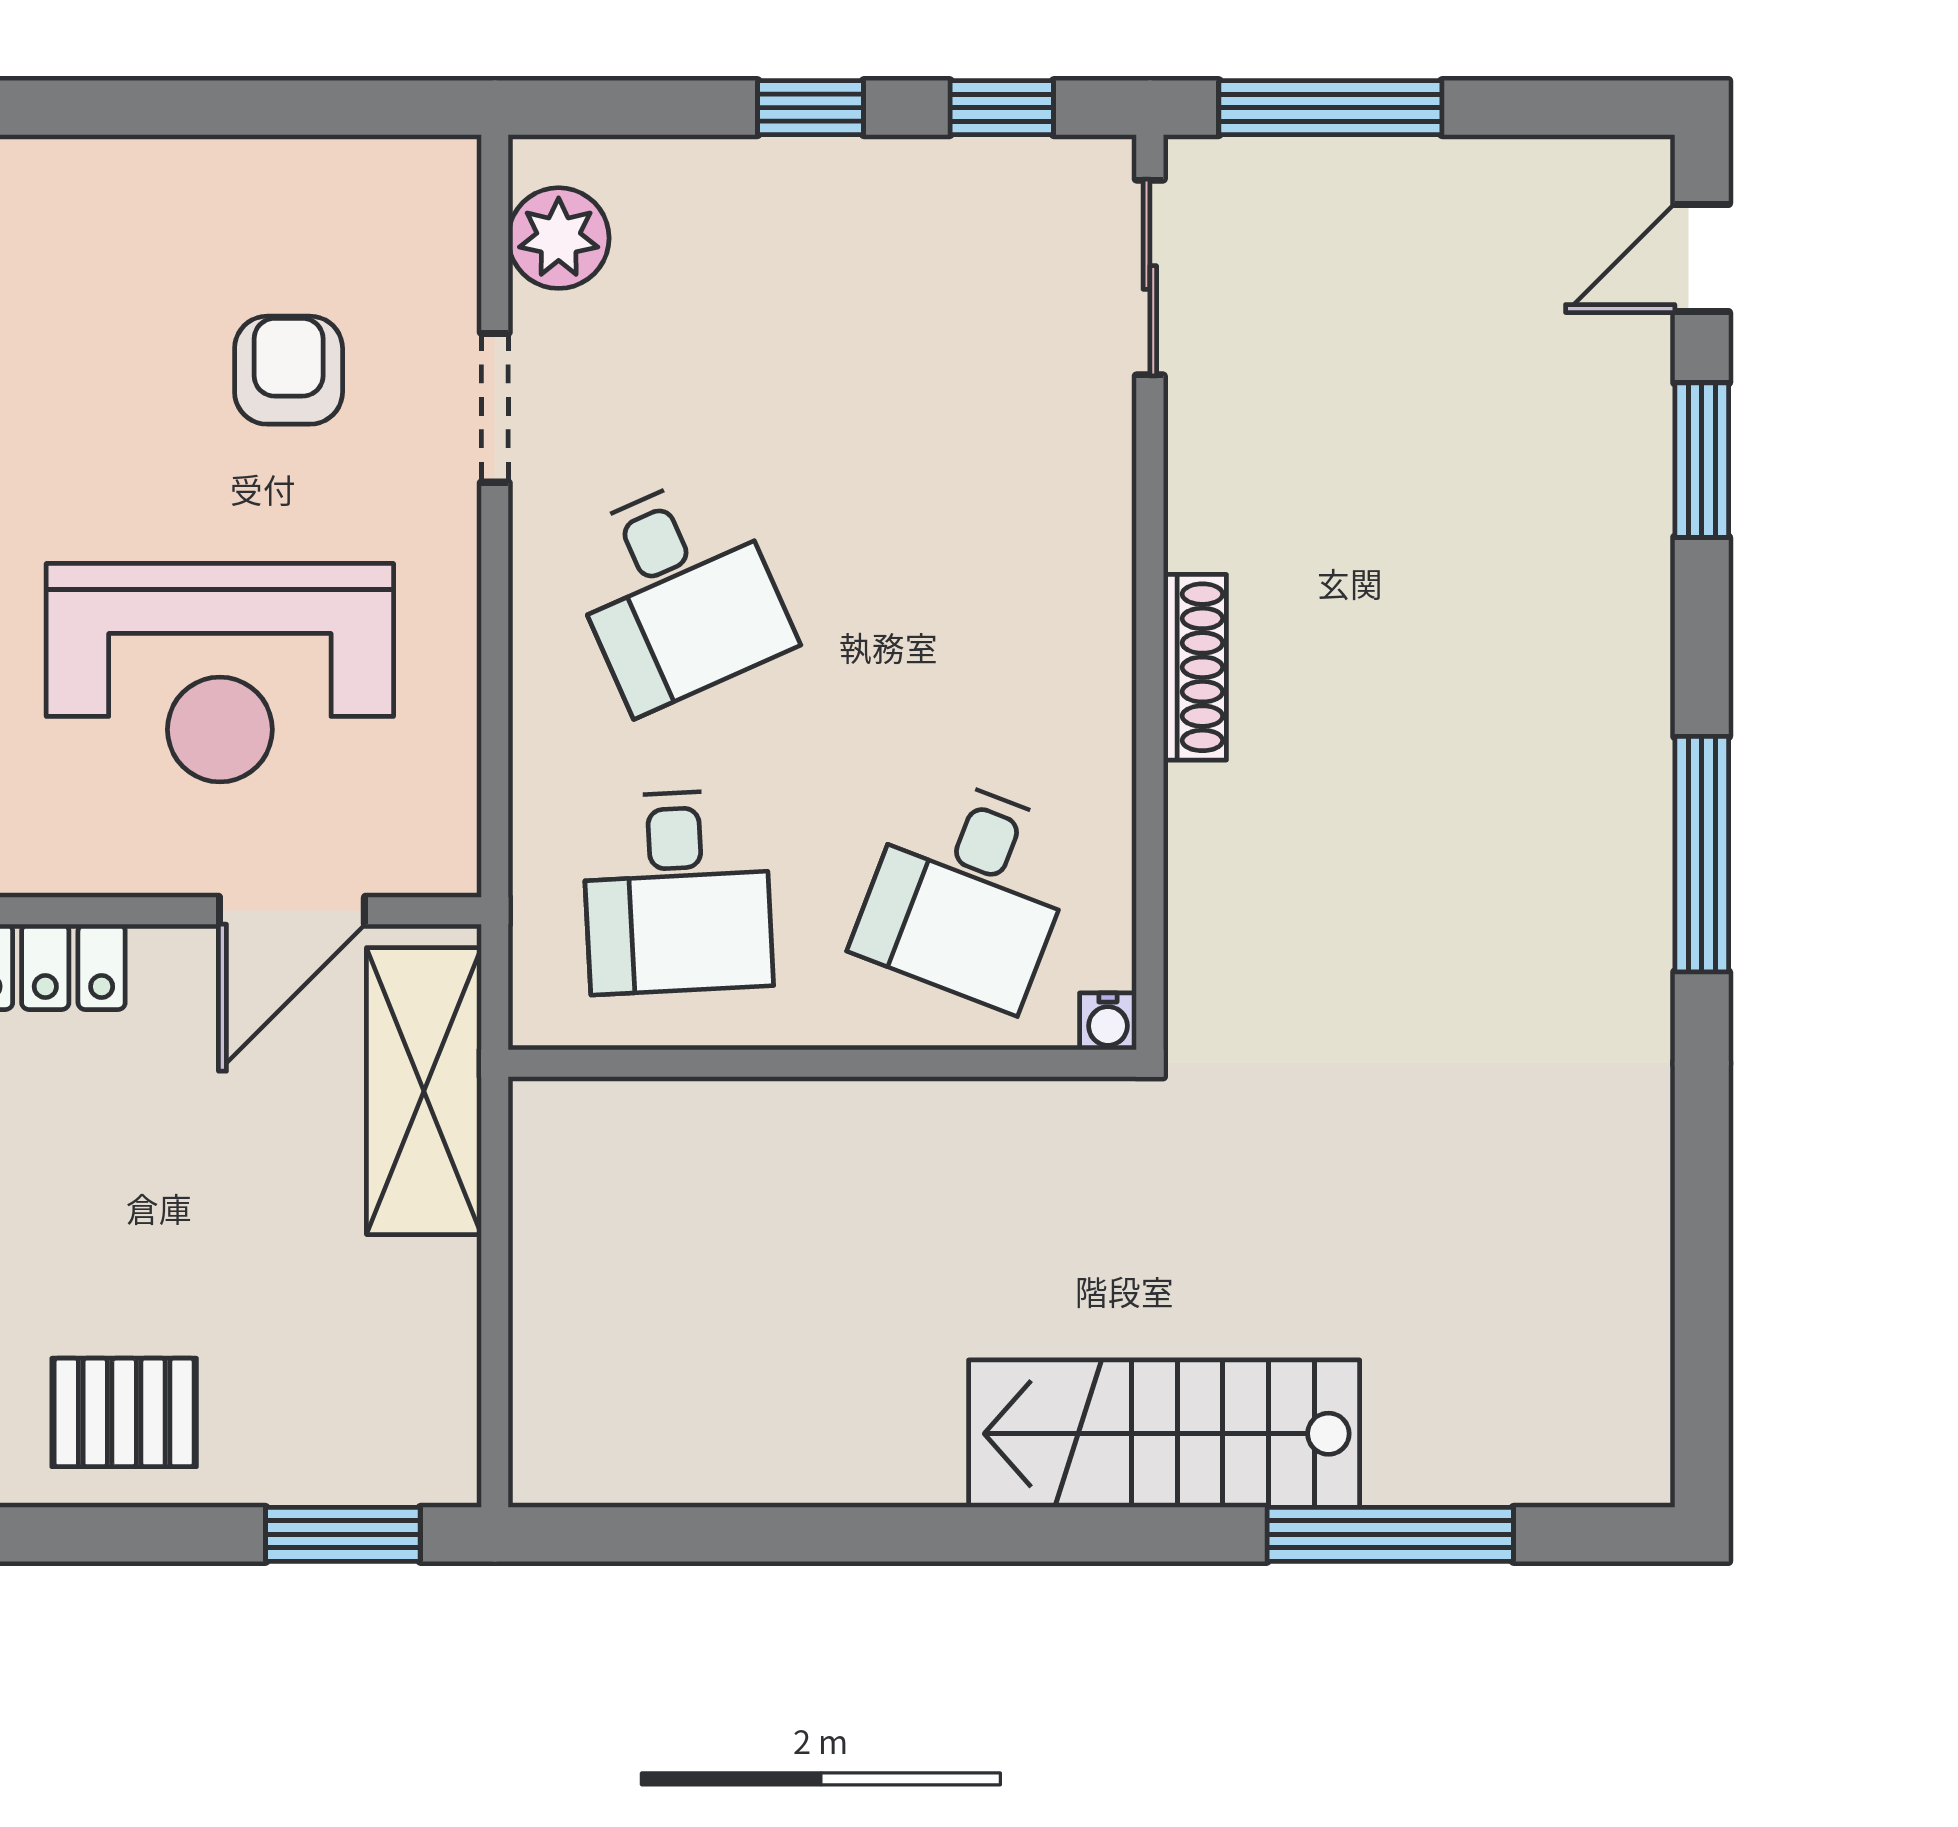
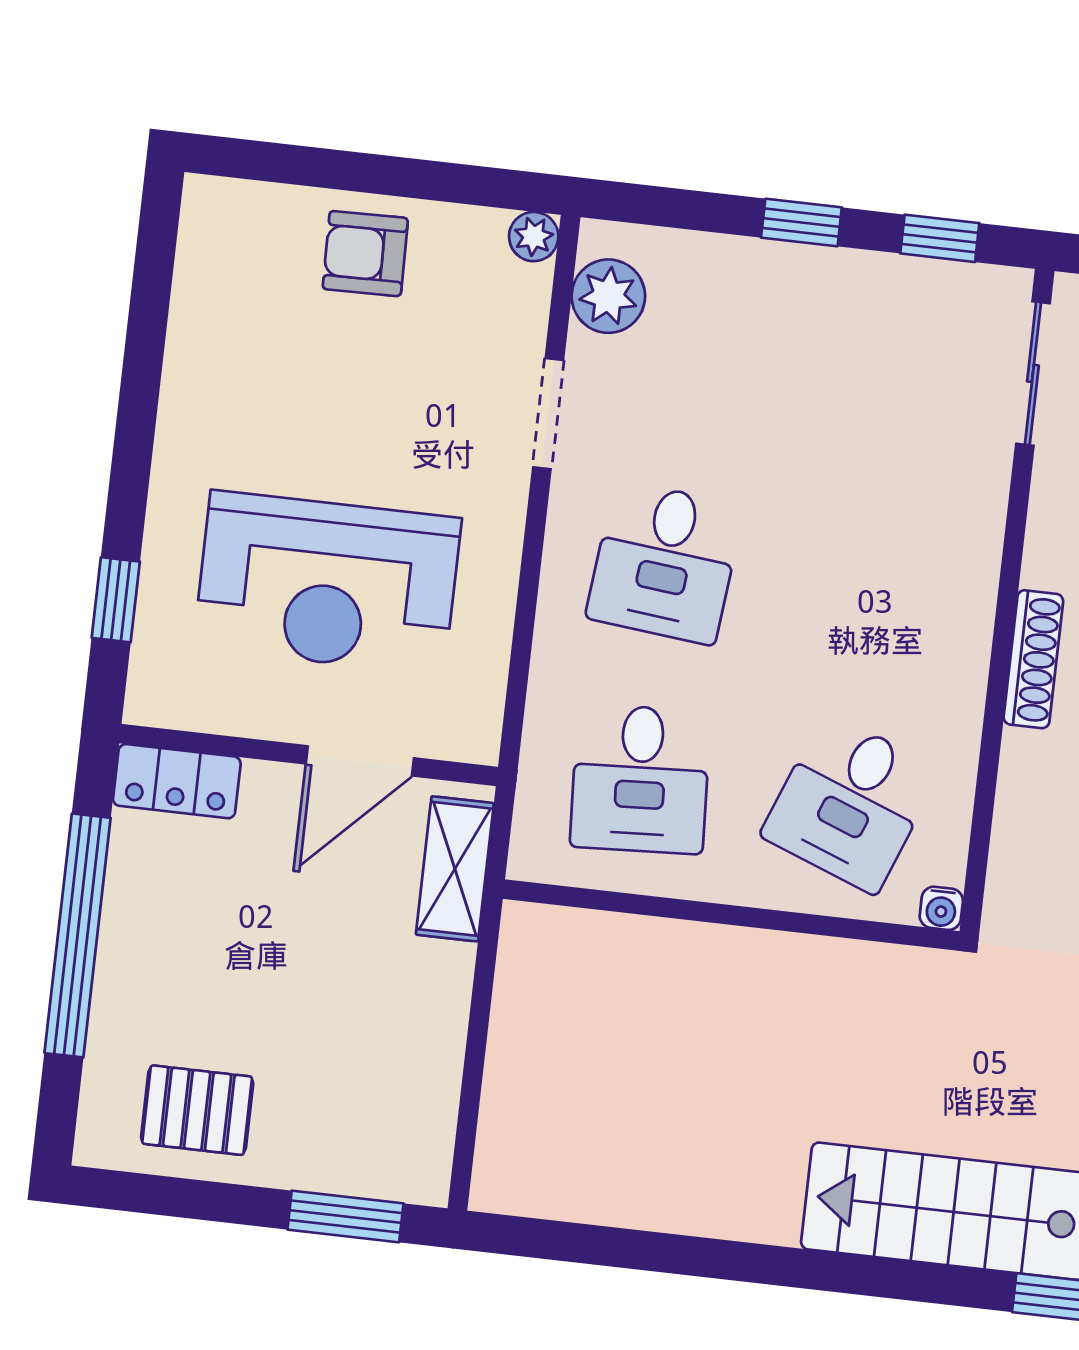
plant: (447, 168) -> (534, 237), added
armchair: (289, 370) -> (365, 254), moved, turned -91
desk: (677, 592) -> (665, 562), turned 30
shelving: (424, 1091) -> (455, 869), width x0.67, depth x0.75

